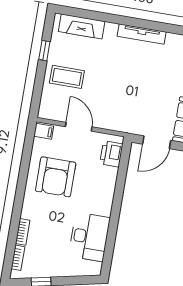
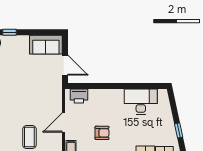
armchair: (56, 177) -> (102, 133), width x0.53, depth x0.53

